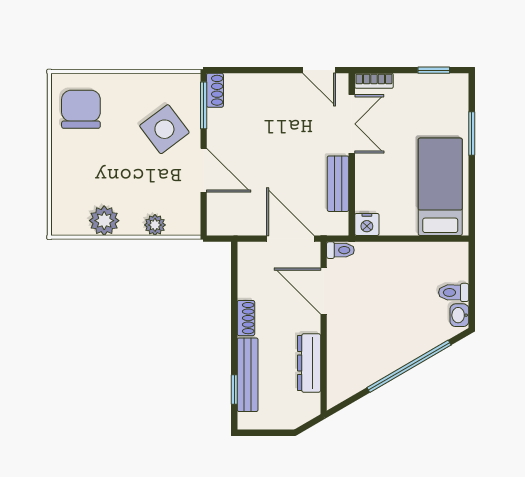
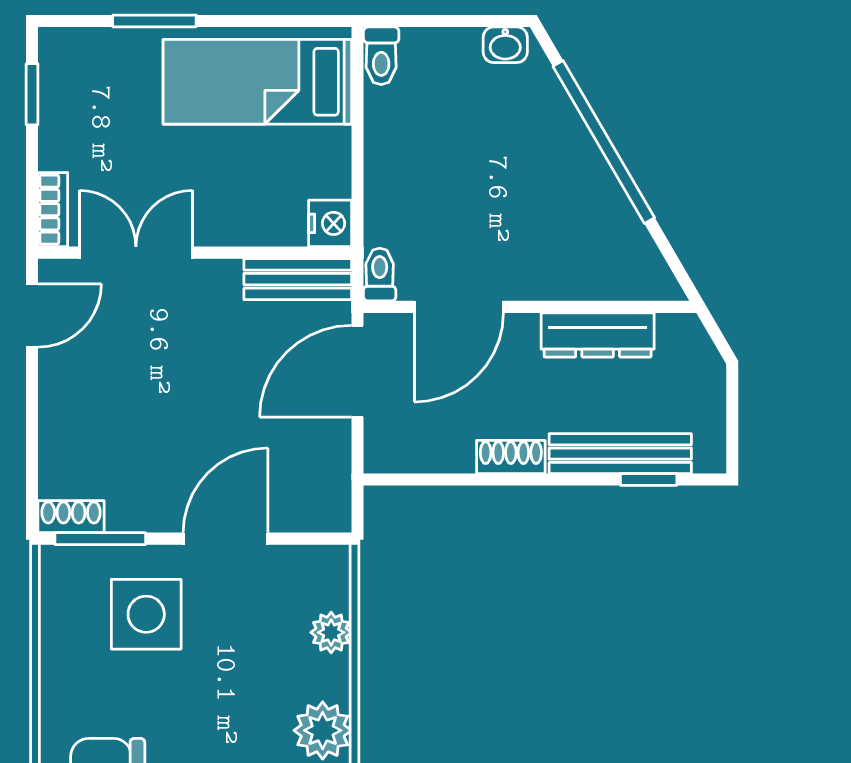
side table: (164, 129) -> (146, 614), turned 37
bench: (338, 184) -> (298, 279), moved
toilet: (454, 292) -> (381, 56), moved

